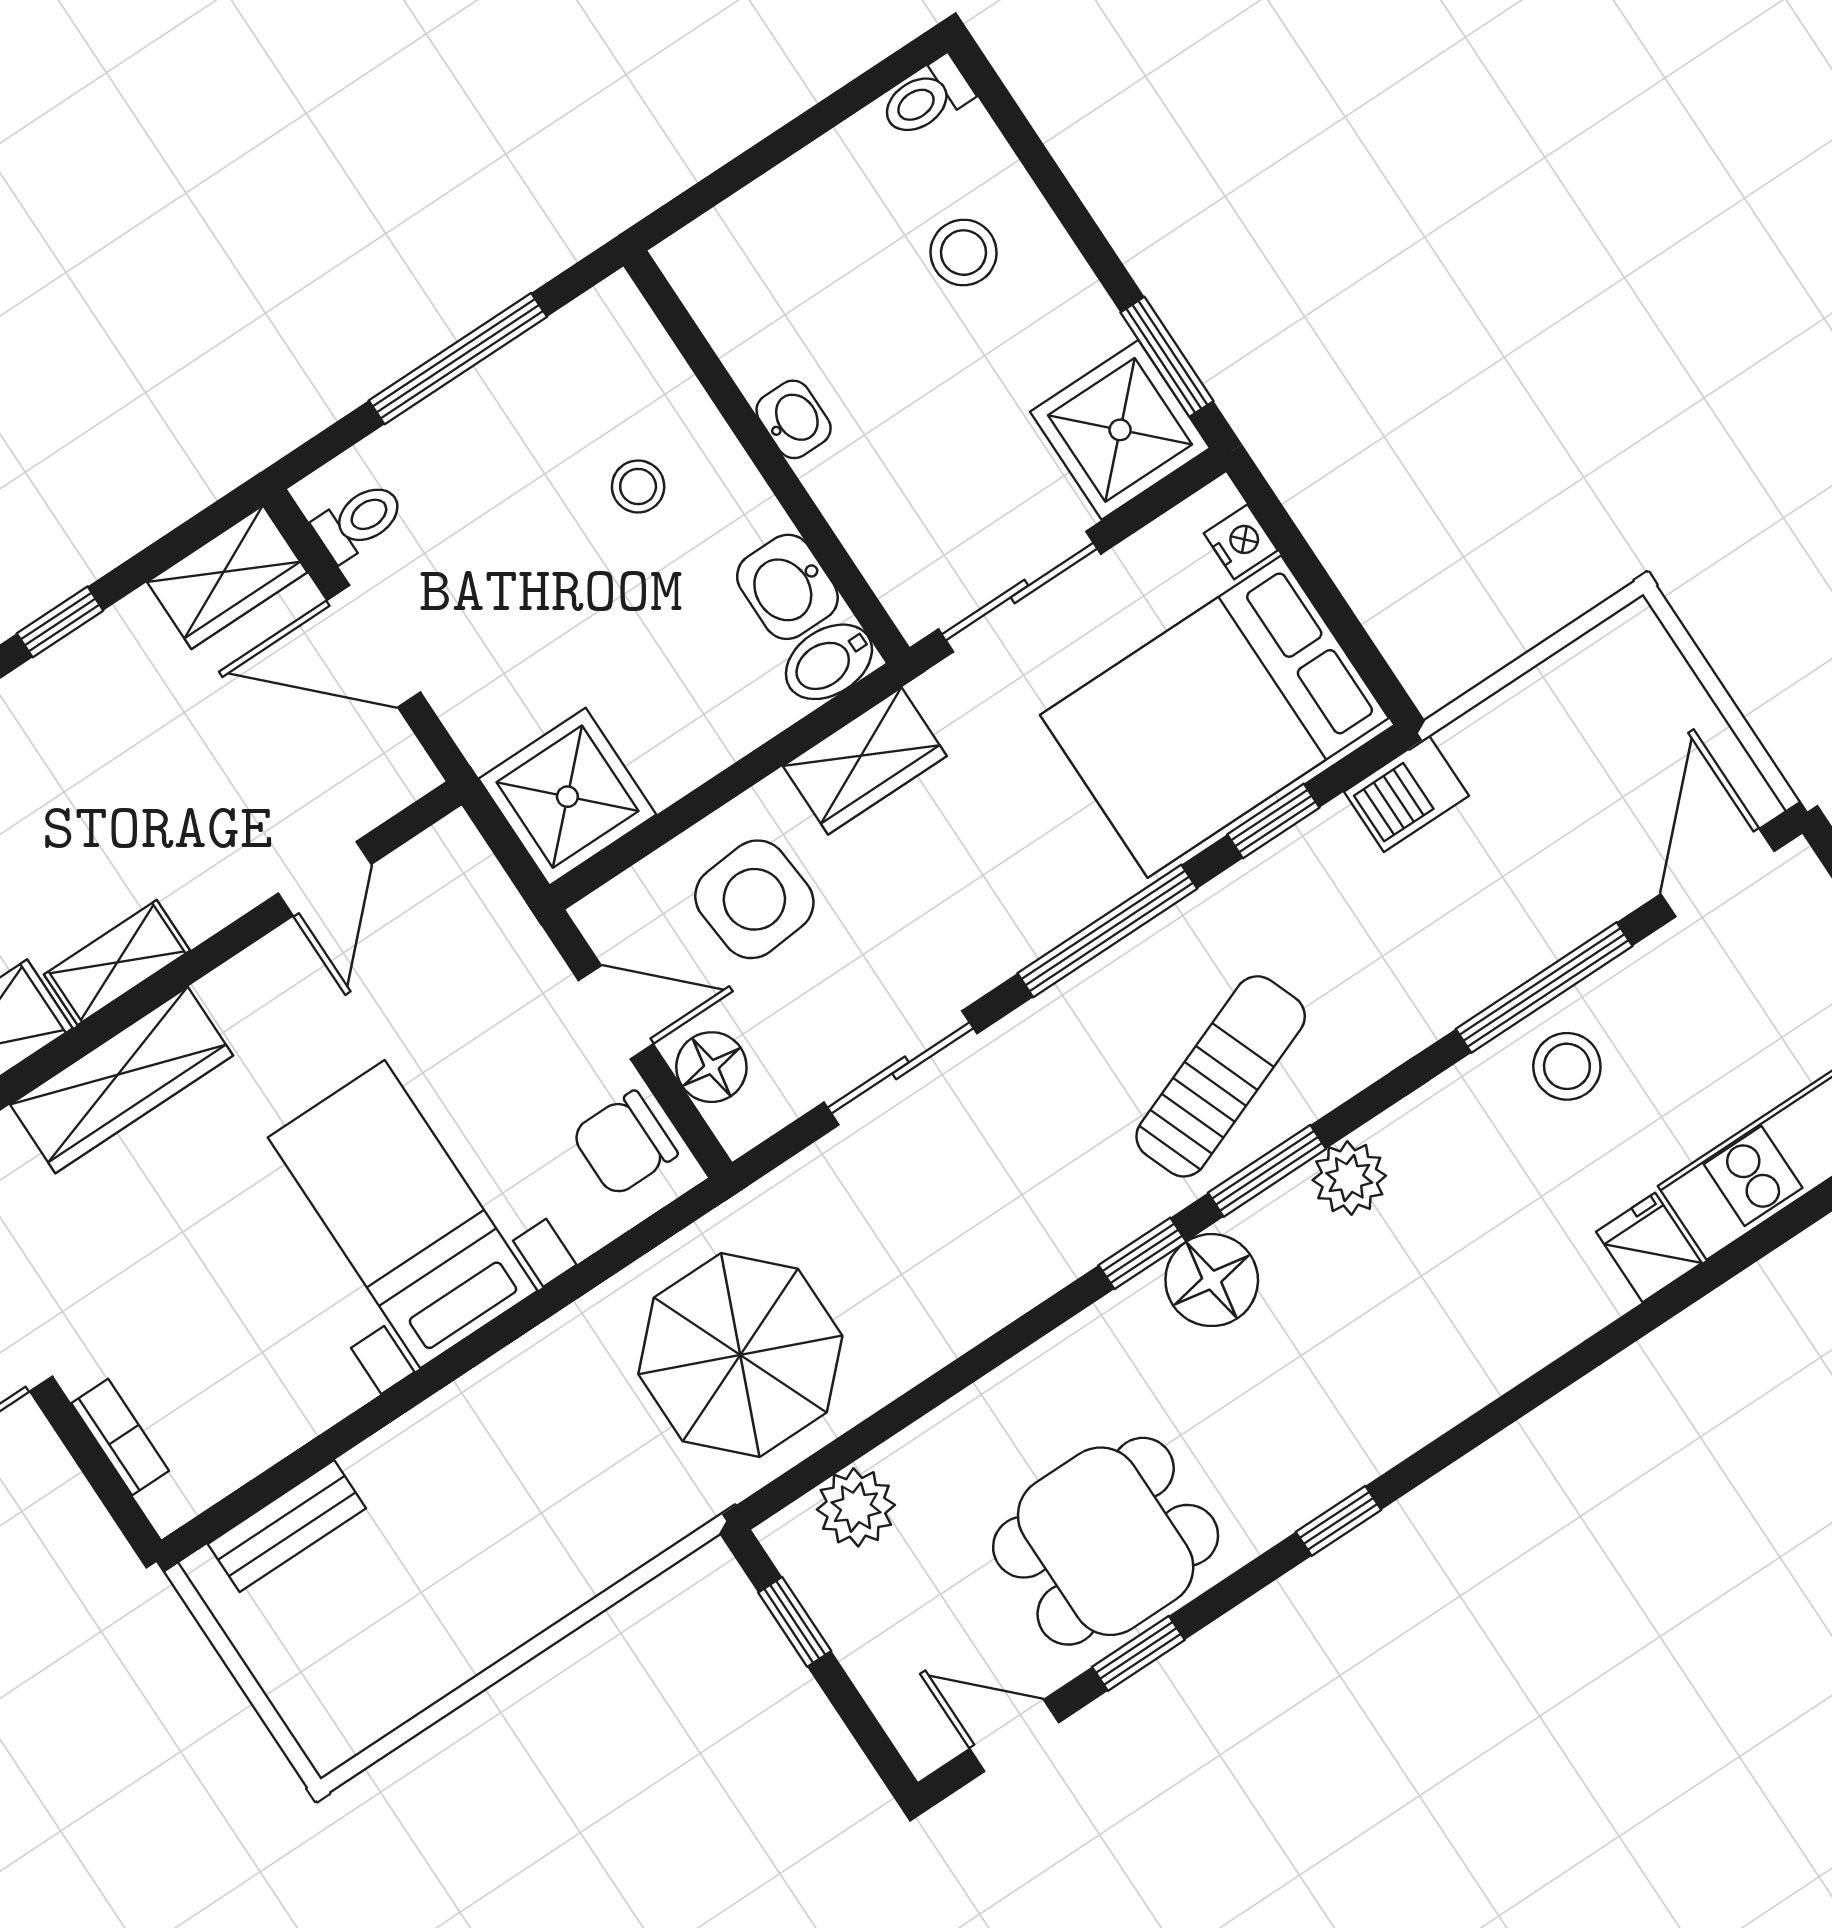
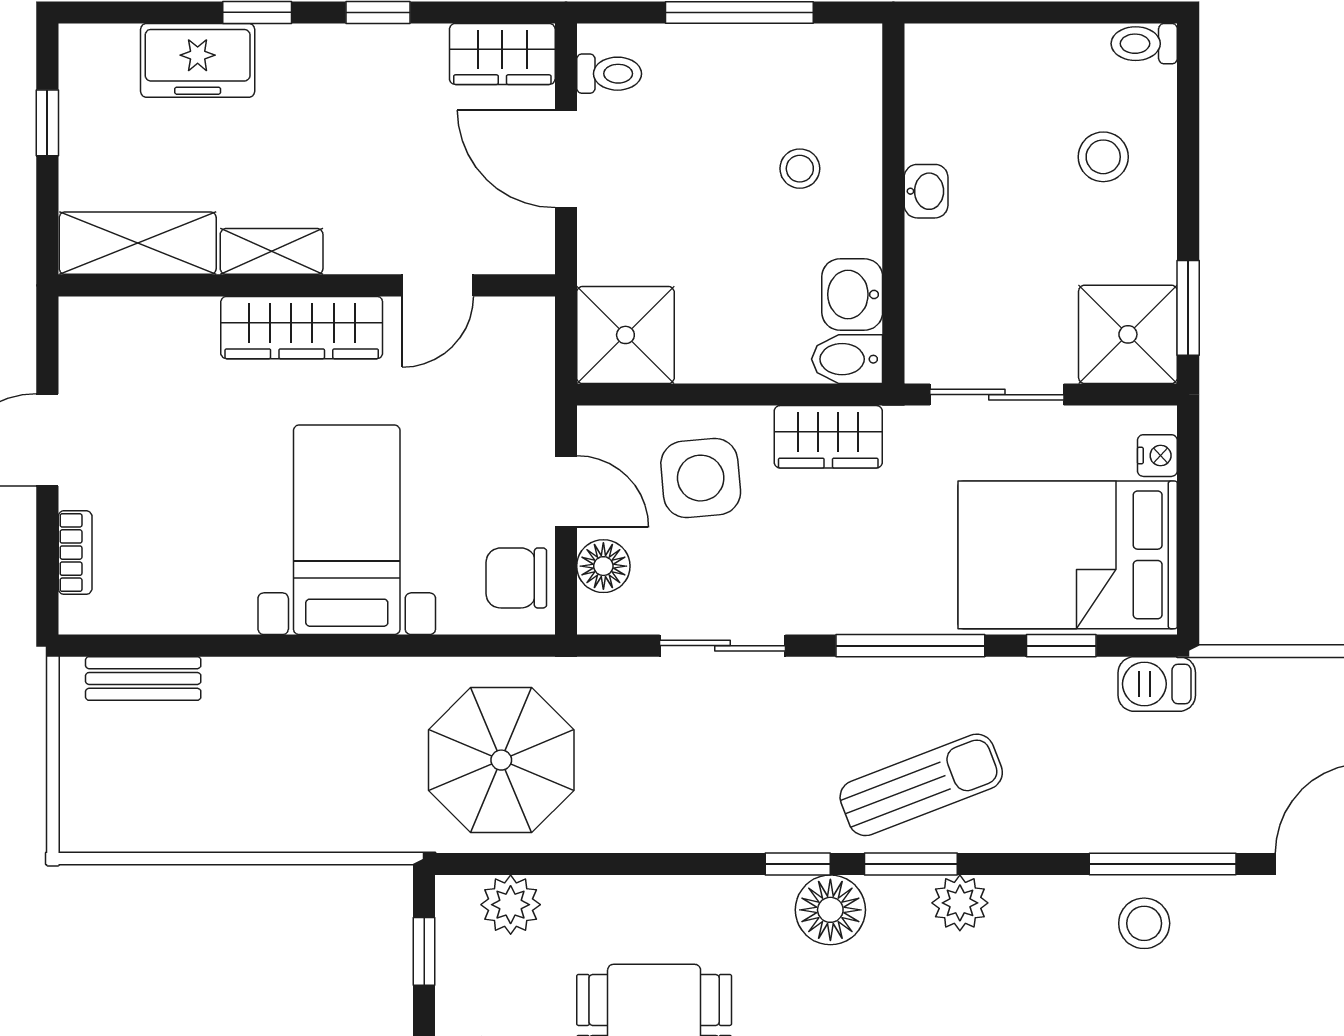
wardrobe: (121, 1080) -> (302, 328), moved

